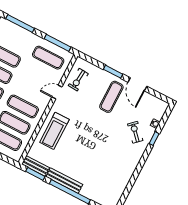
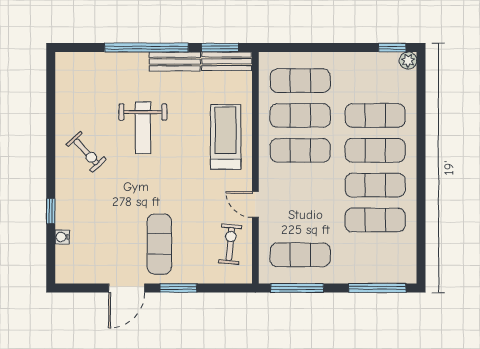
door: (137, 84) -> (127, 288), swing flipped
door: (57, 92) -> (255, 204), swing flipped
exercise bike: (135, 132) -> (86, 152), moved
weight bench: (91, 155) -> (143, 128), added
bench: (64, 181) -> (175, 62), width x0.73

